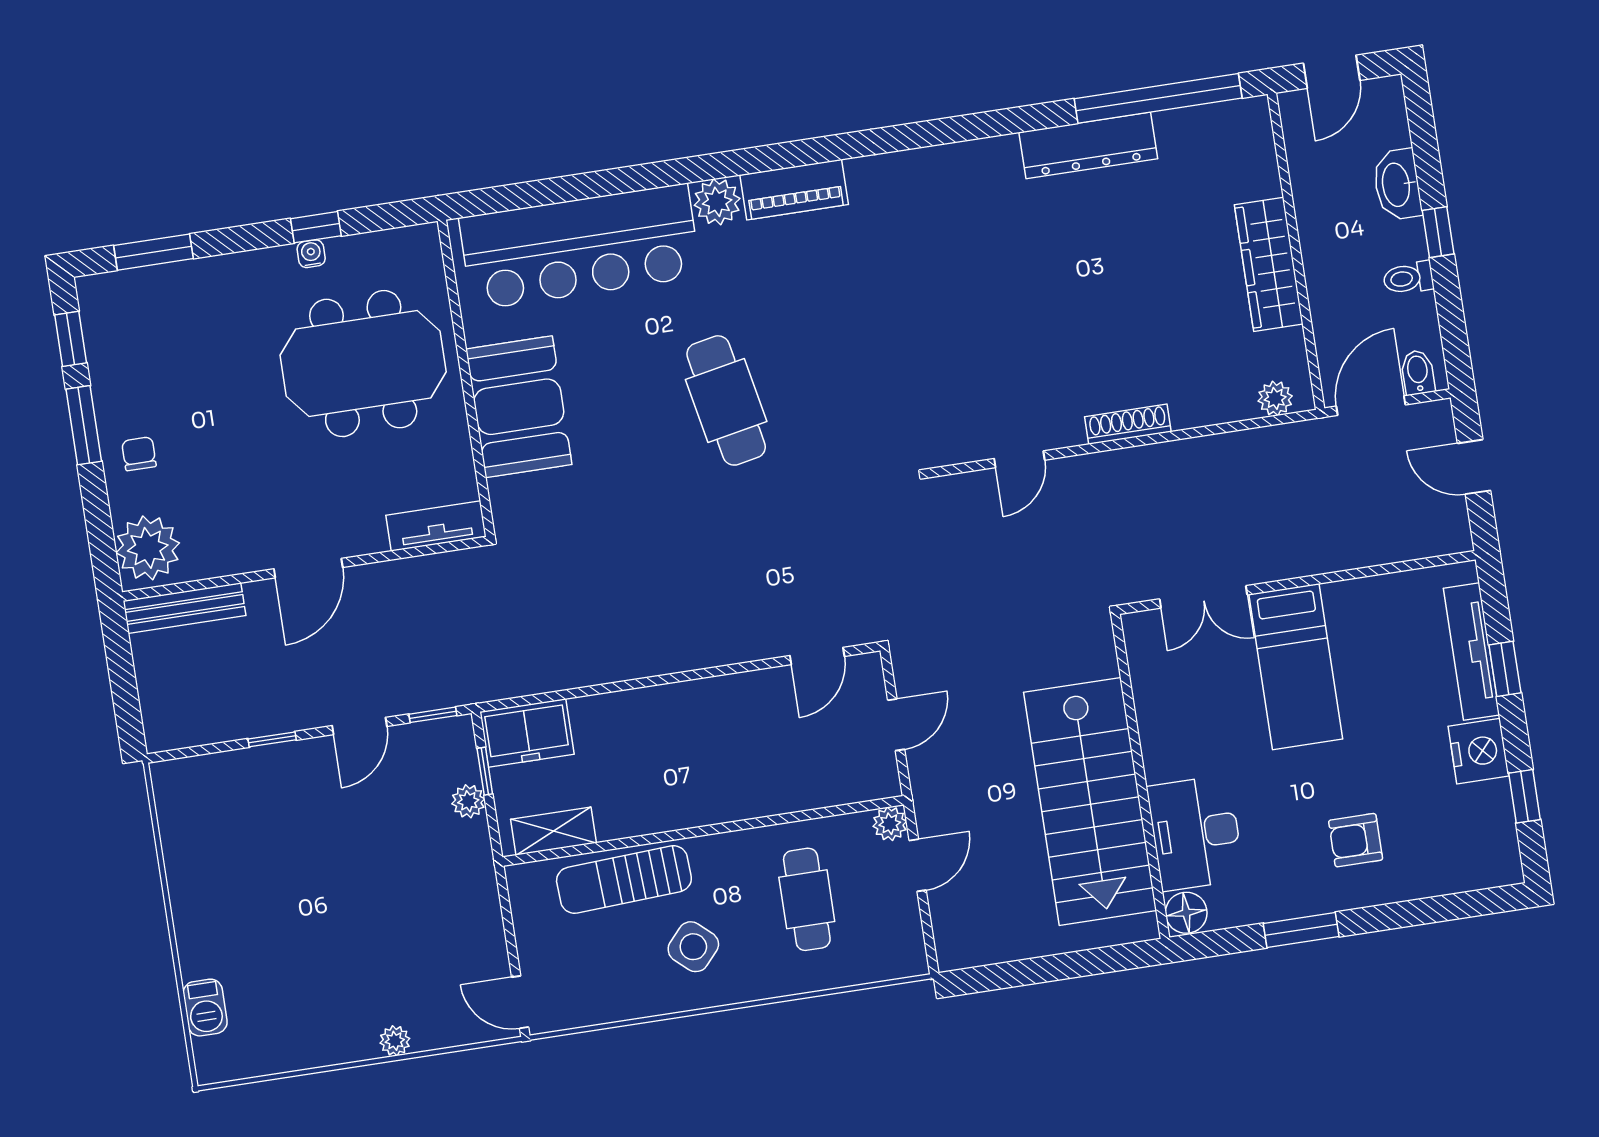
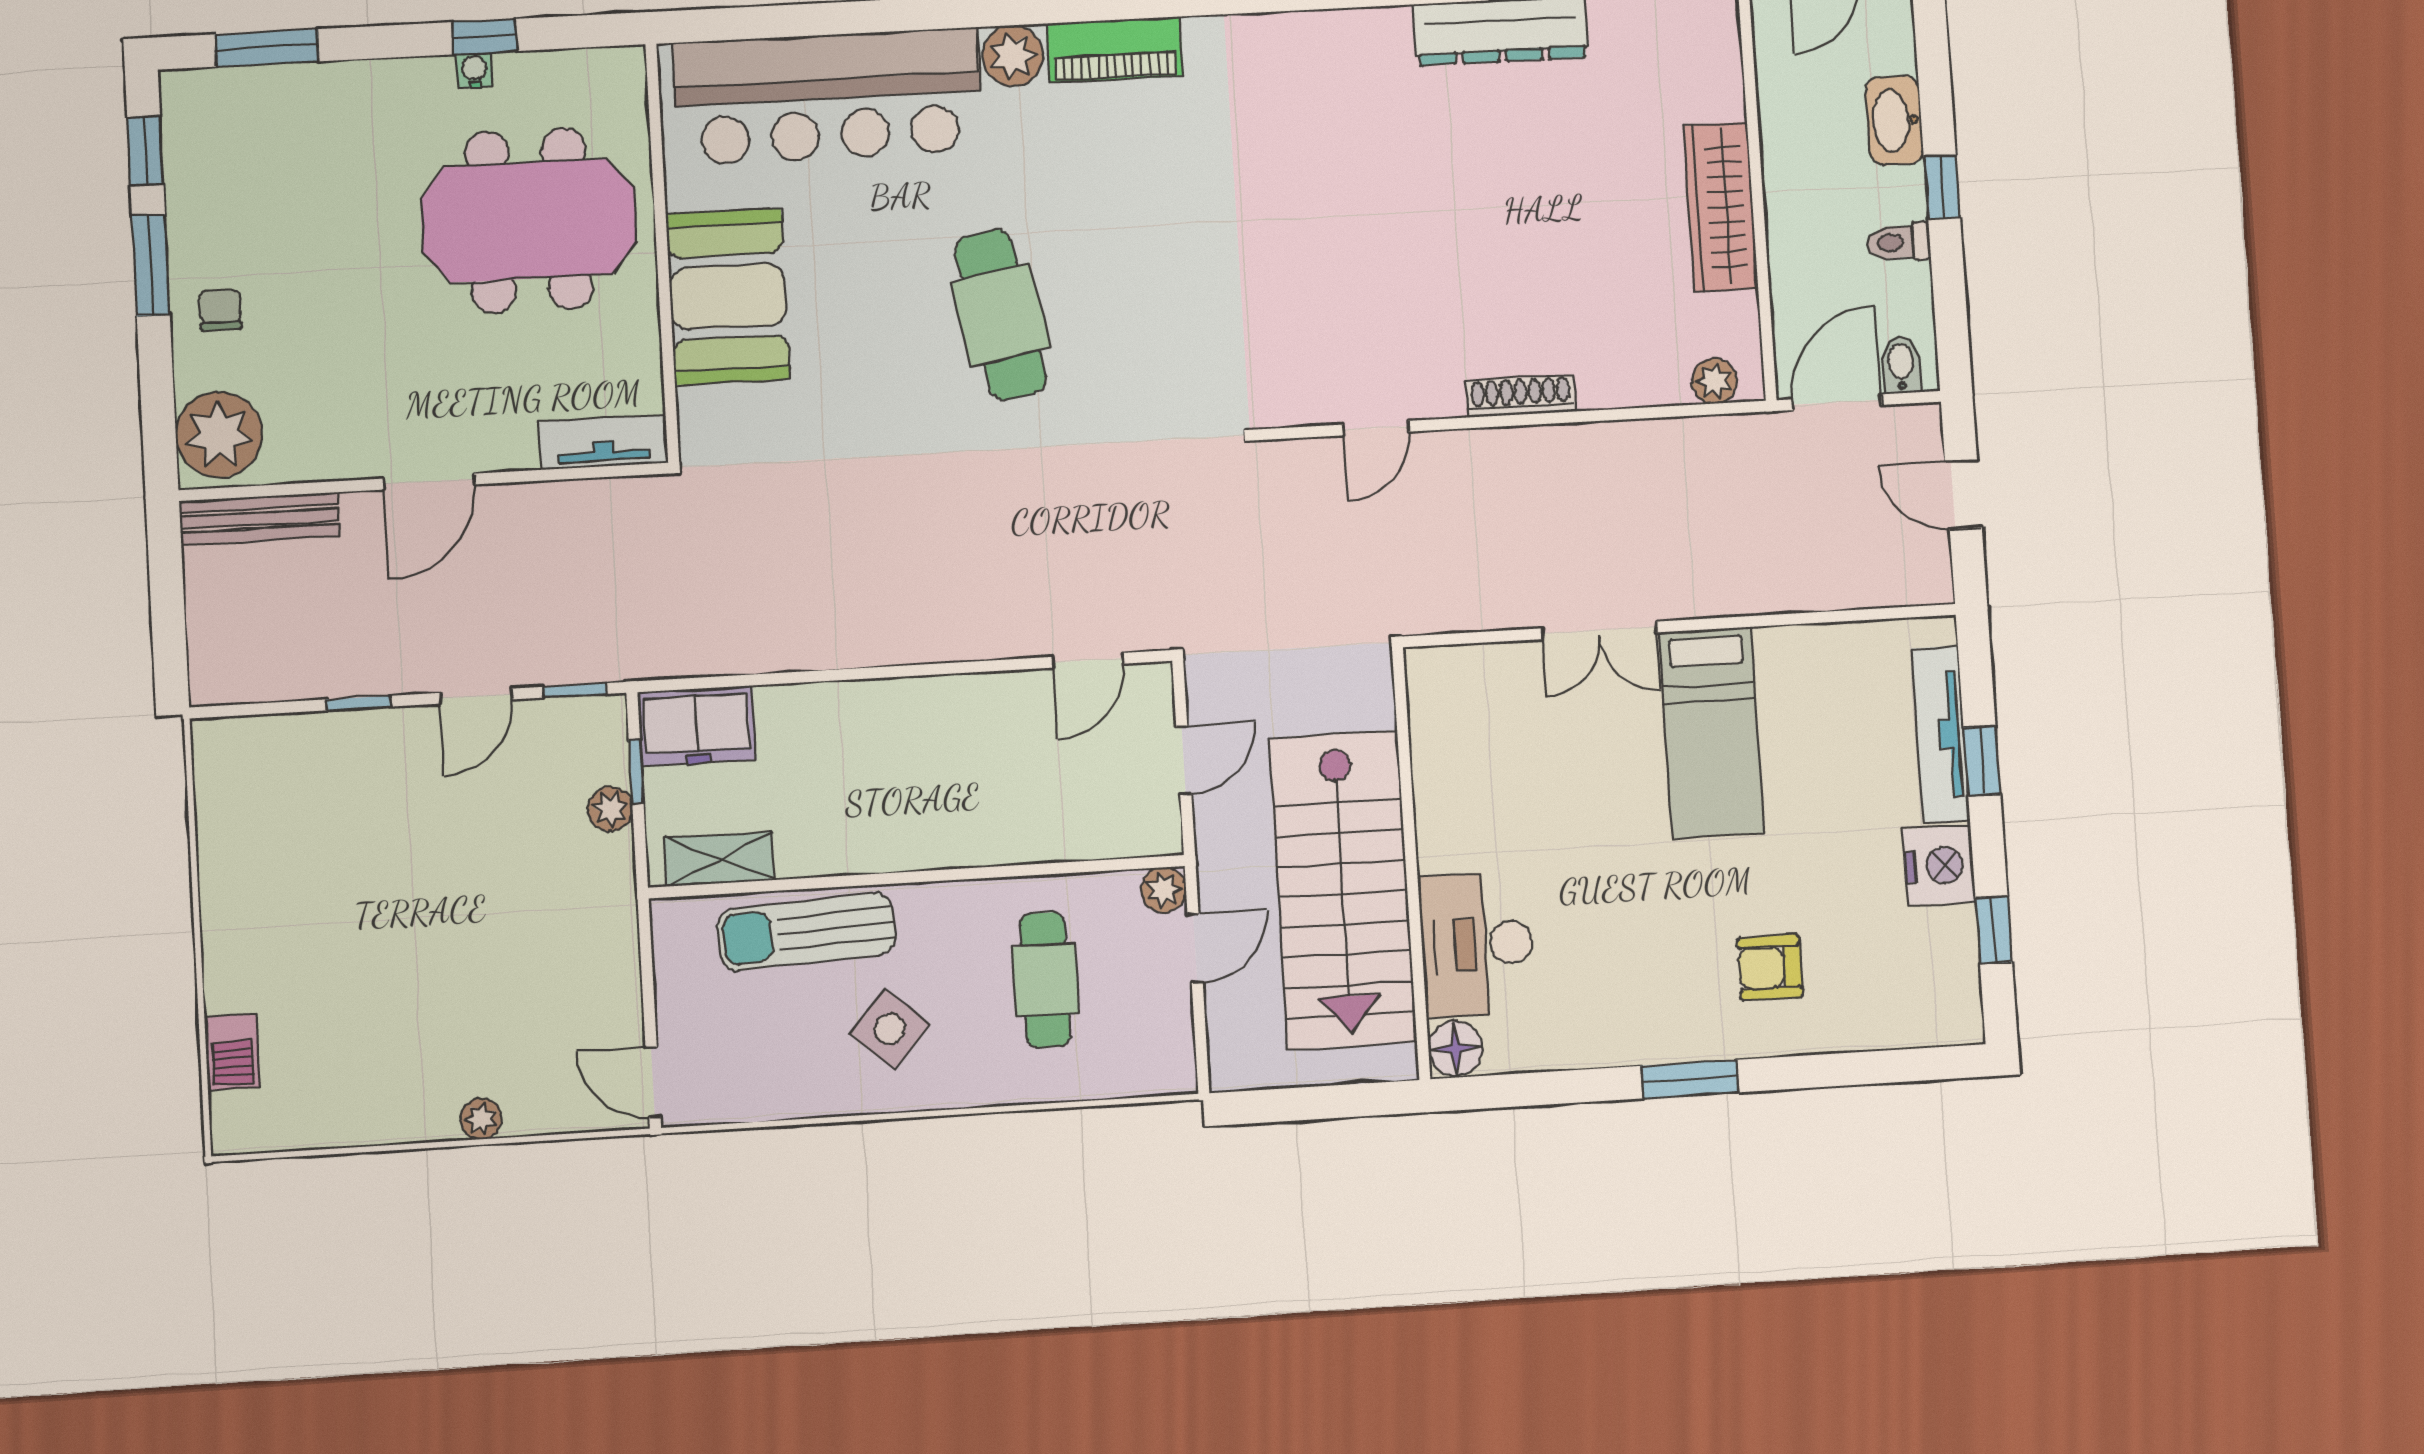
wall: (1140, 776) -> (1411, 863), moved
stairs: (1090, 801) -> (1343, 890), moved
desk: (1196, 833) -> (1477, 944), moved
floor lamp: (1186, 913) -> (1455, 1048), moved

